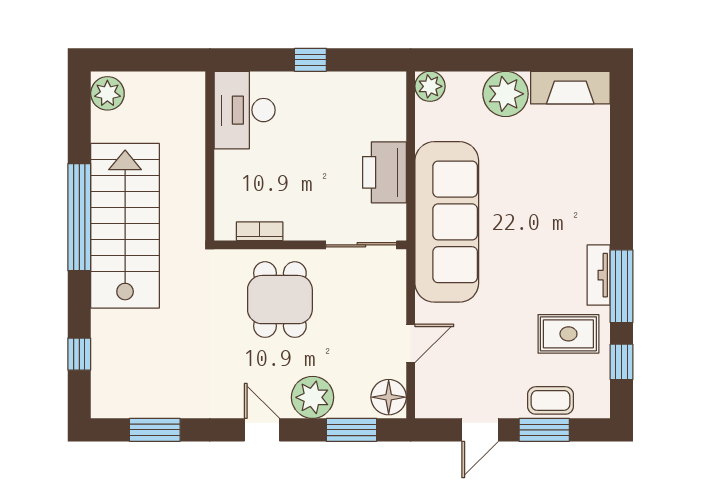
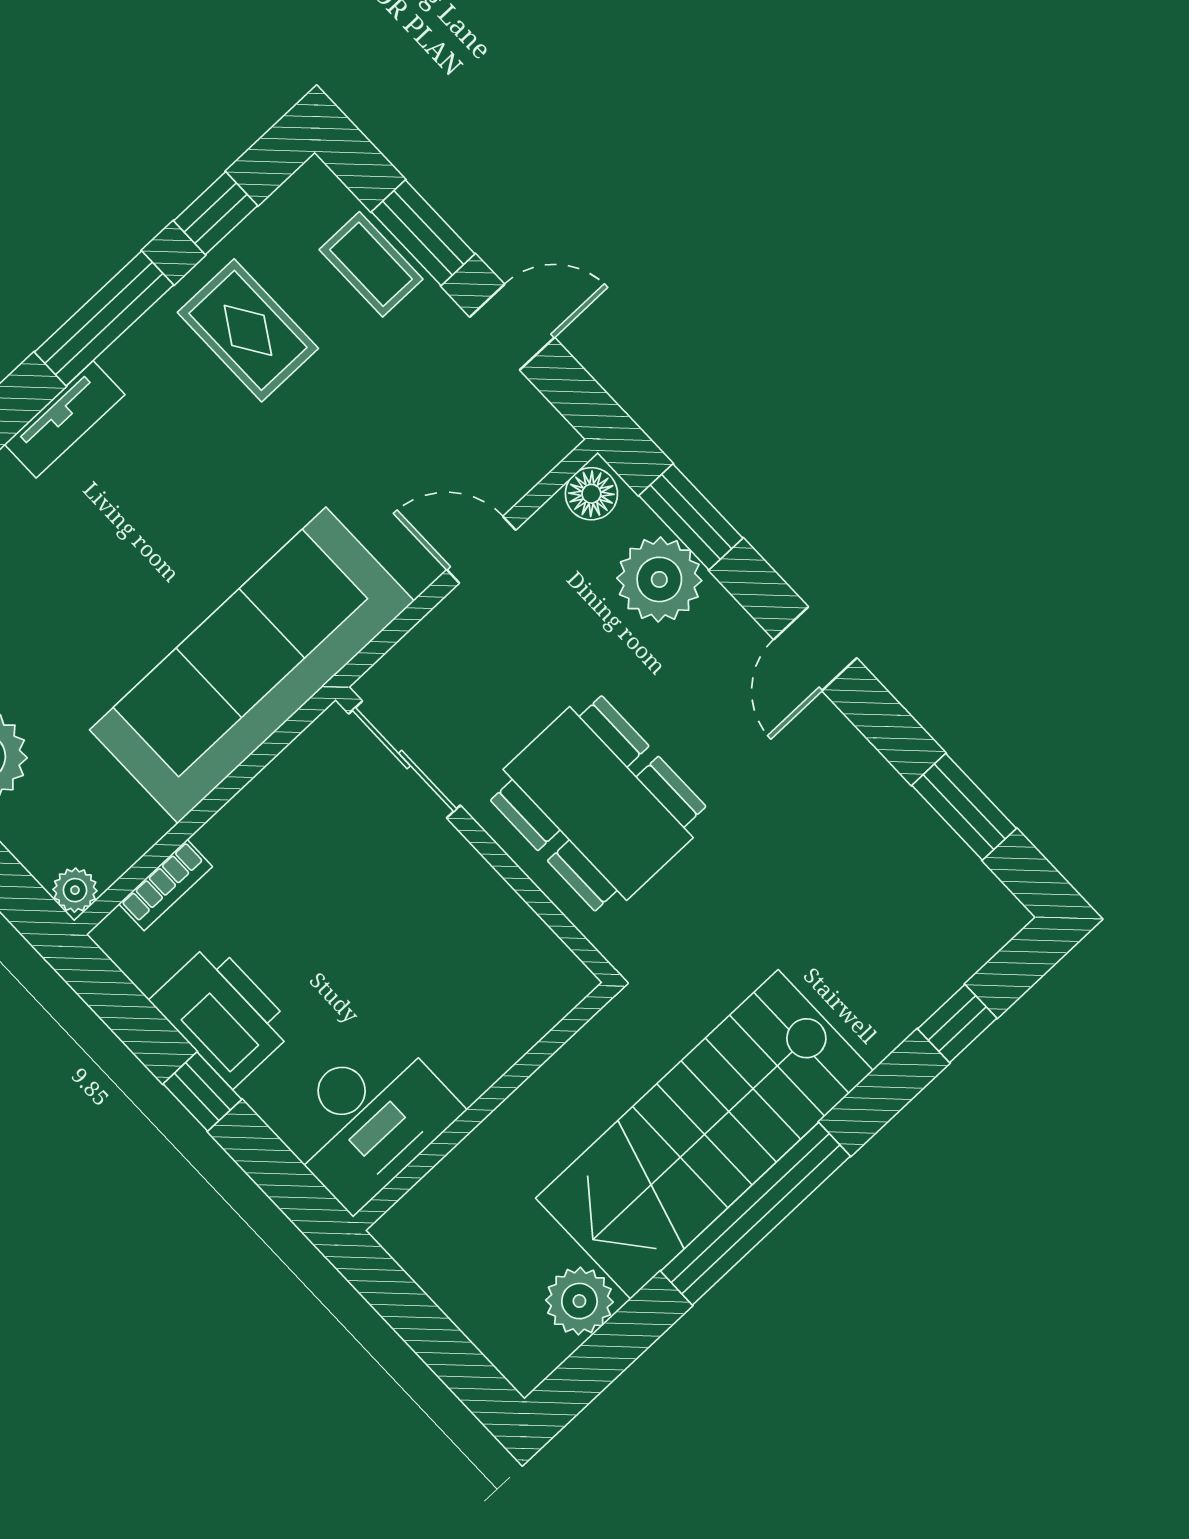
plant: (430, 86) -> (75, 890), width x0.73, depth x0.73
plant: (107, 93) -> (579, 1301), moved
printer: (384, 172) -> (223, 1015), moved, turned -90
bookcase: (260, 231) -> (166, 885), moved, turned -90
tv unit: (599, 275) -> (65, 419), moved
dining table: (280, 300) -> (598, 803), width x1.38
plant: (313, 397) -> (659, 579), moved
floor lamp: (389, 397) -> (591, 494), width x0.73, depth x0.73

